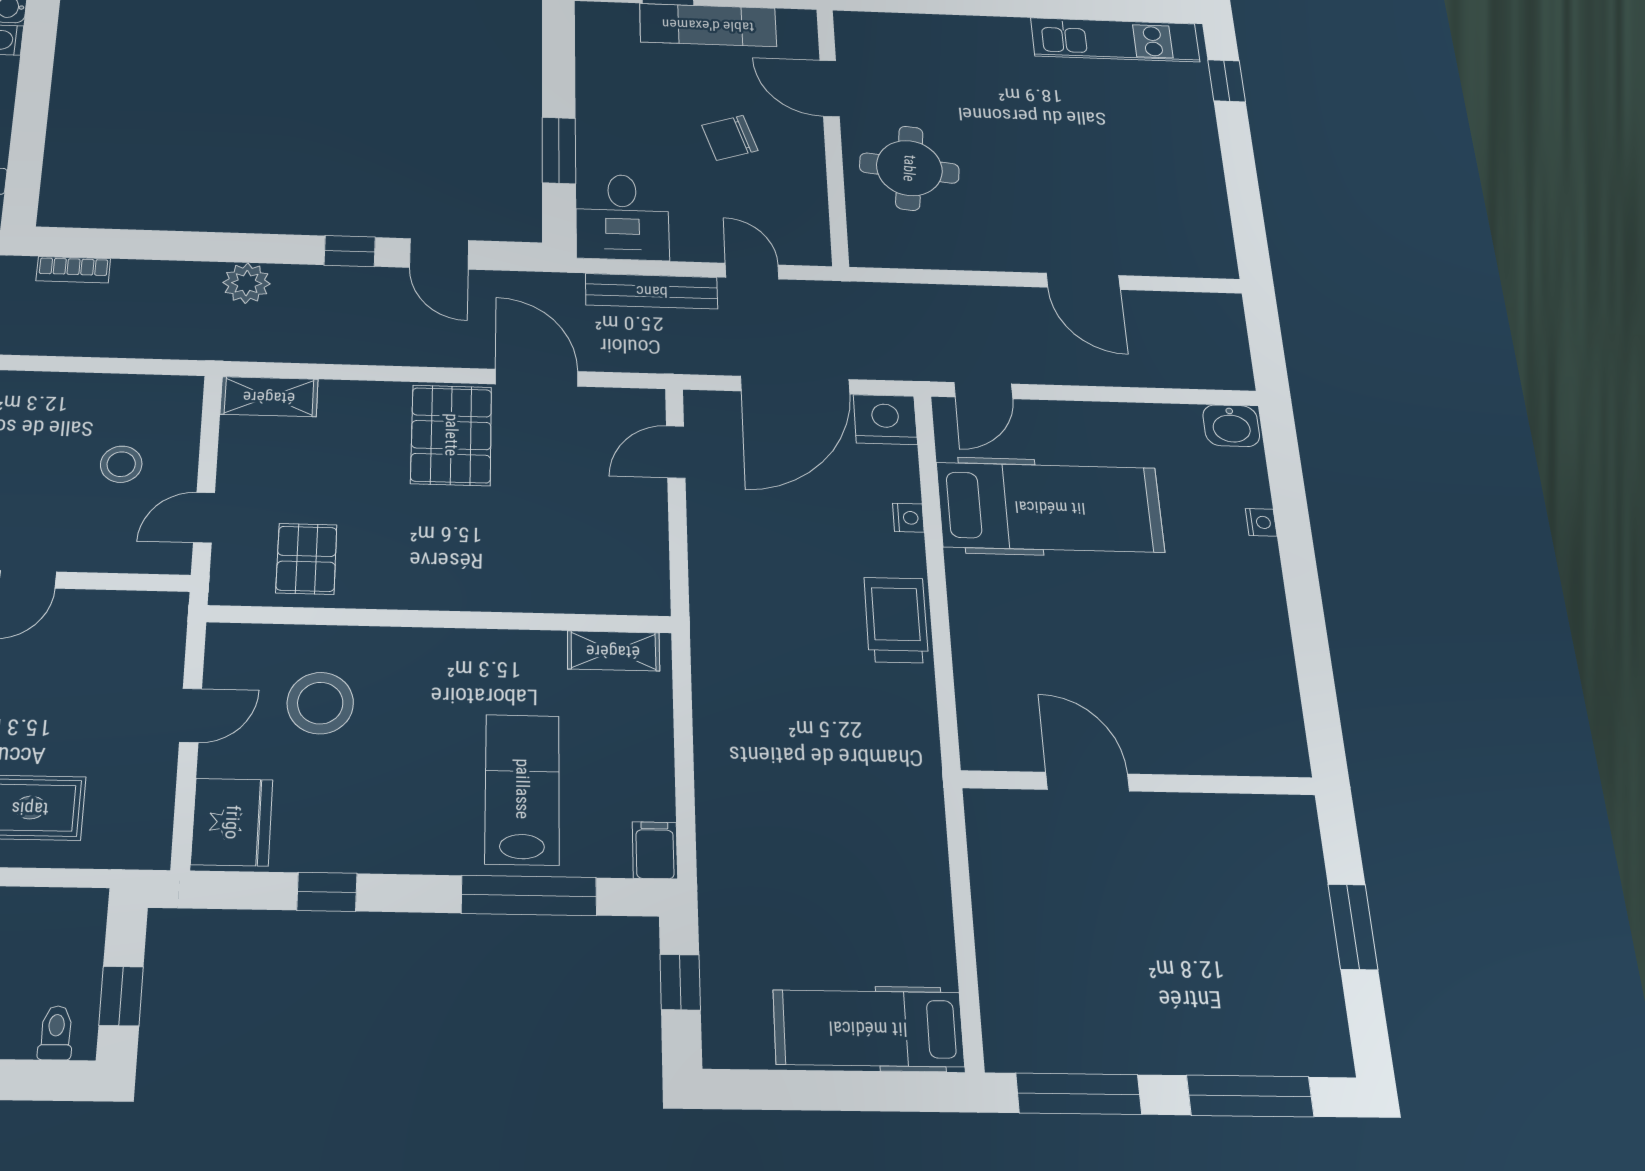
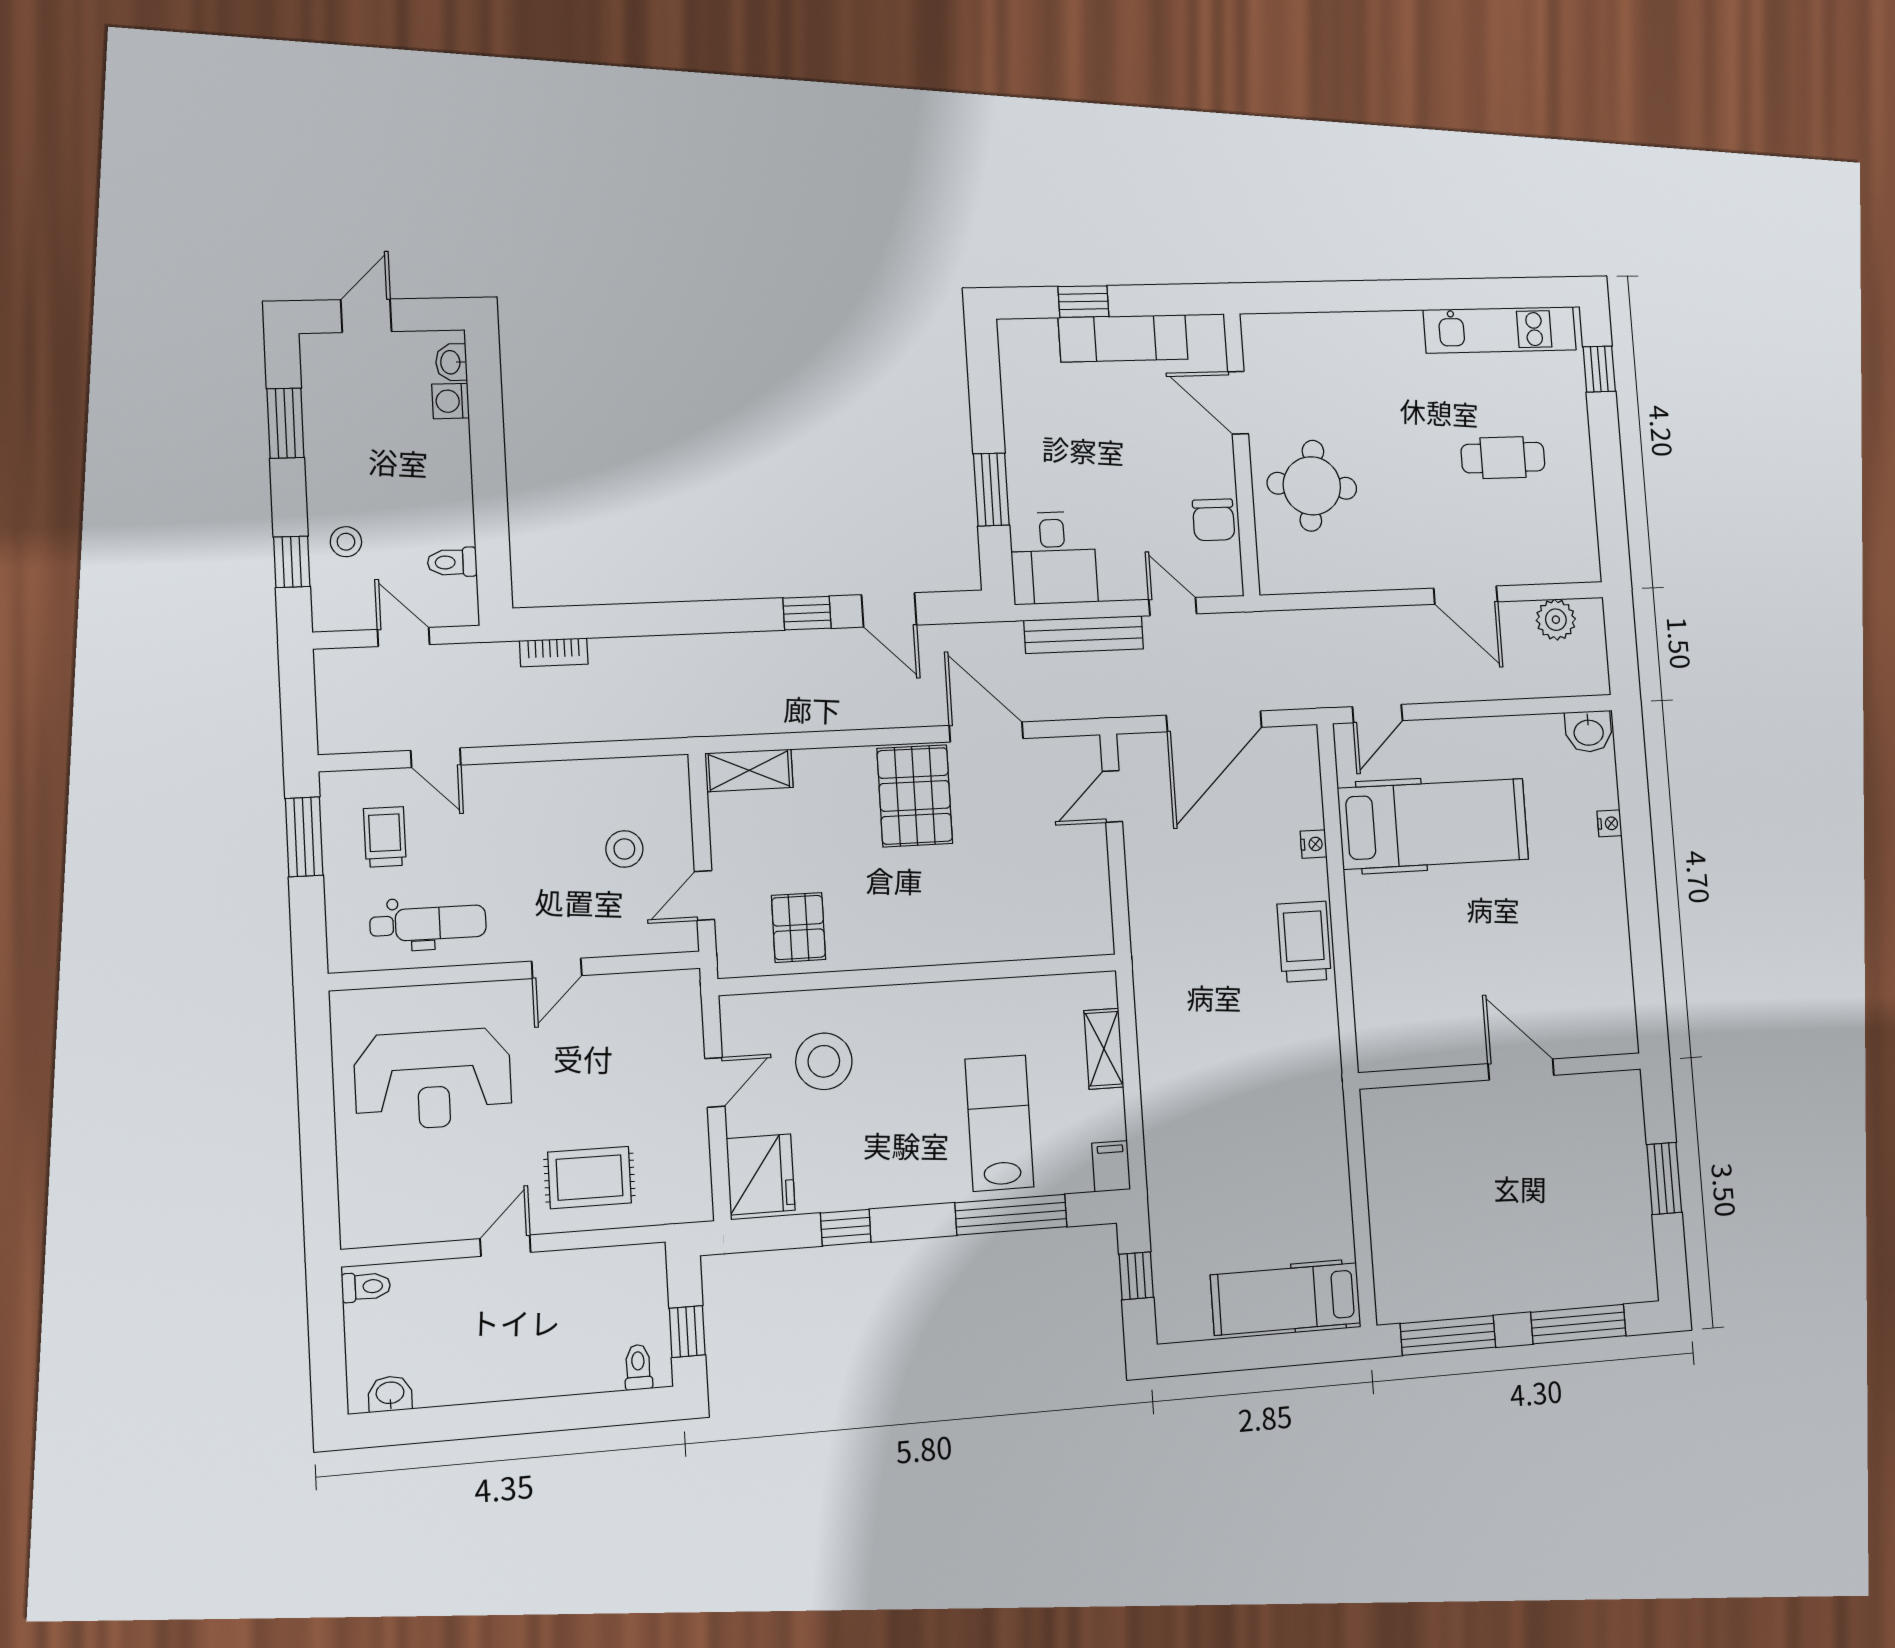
chair: (730, 138) -> (1214, 520), moved, turned -72
cafe table: (1122, 155) -> (1503, 458), added
plant: (247, 283) -> (1556, 620), moved
nightstand: (885, 420) -> (1293, 750), removed
shelving: (613, 651) -> (1104, 1049), moved, turned 90
door: (1088, 782) -> (1521, 1069), moved

